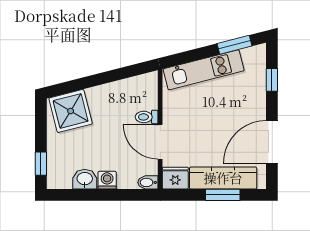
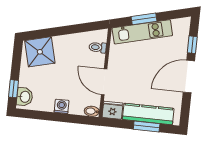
window: (235, 45) -> (144, 19), moved
toilet: (147, 117) -> (98, 47), moved
door: (272, 142) -> (189, 77), moved
washbasin: (85, 179) -> (25, 97), moved, turned 90

